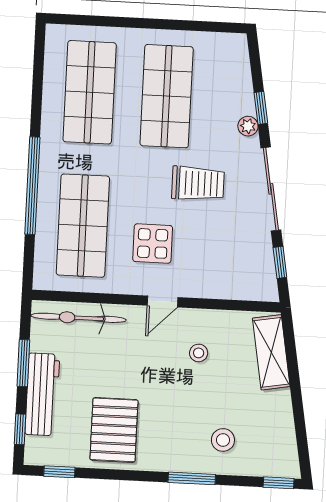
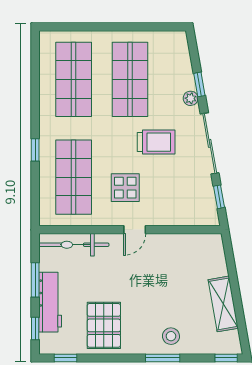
window: (32, 186) -> (35, 150), width x0.32
shelving: (271, 352) -> (223, 304), moved
stool: (199, 353) -> (163, 266), removed
stool: (223, 440) -> (171, 336), moved

